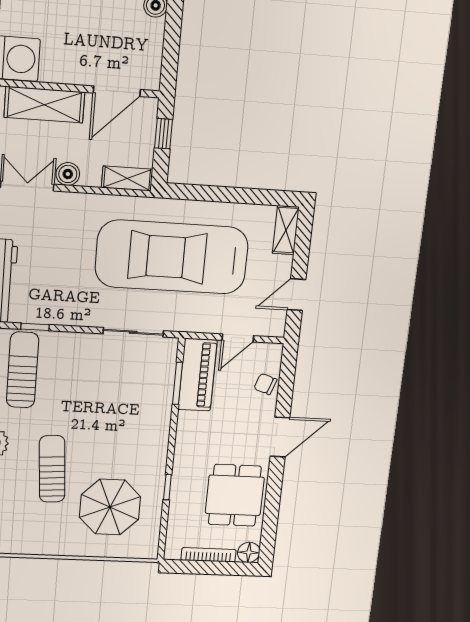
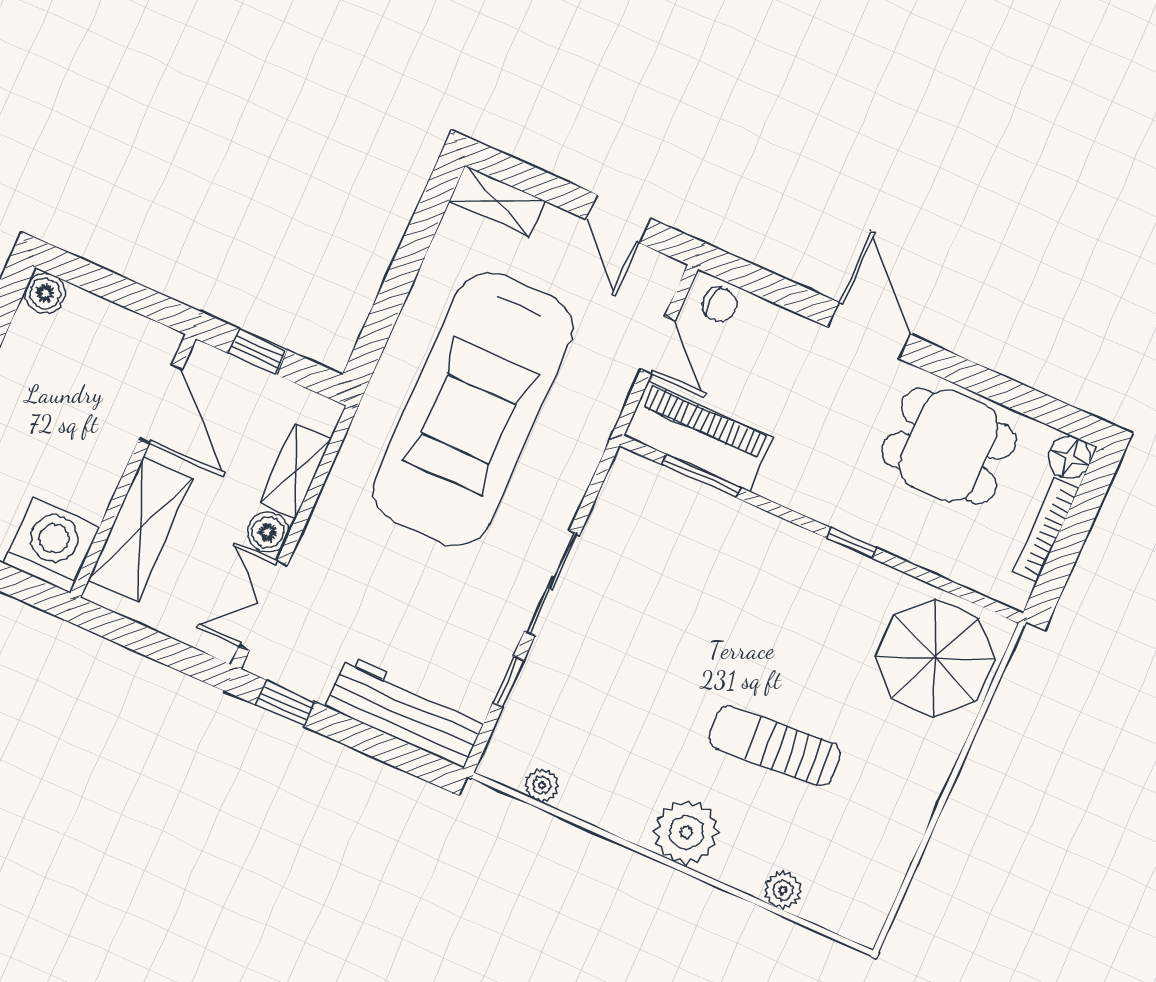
shelving: (127, 178) -> (296, 471), moved
sliding door: (133, 332) -> (552, 583), moved
sun lounger: (23, 370) -> (576, 730), removed
chair: (265, 384) -> (719, 305), moved, turned -109
window: (167, 487) -> (852, 543), moved
parasol: (110, 507) -> (935, 658), moved

